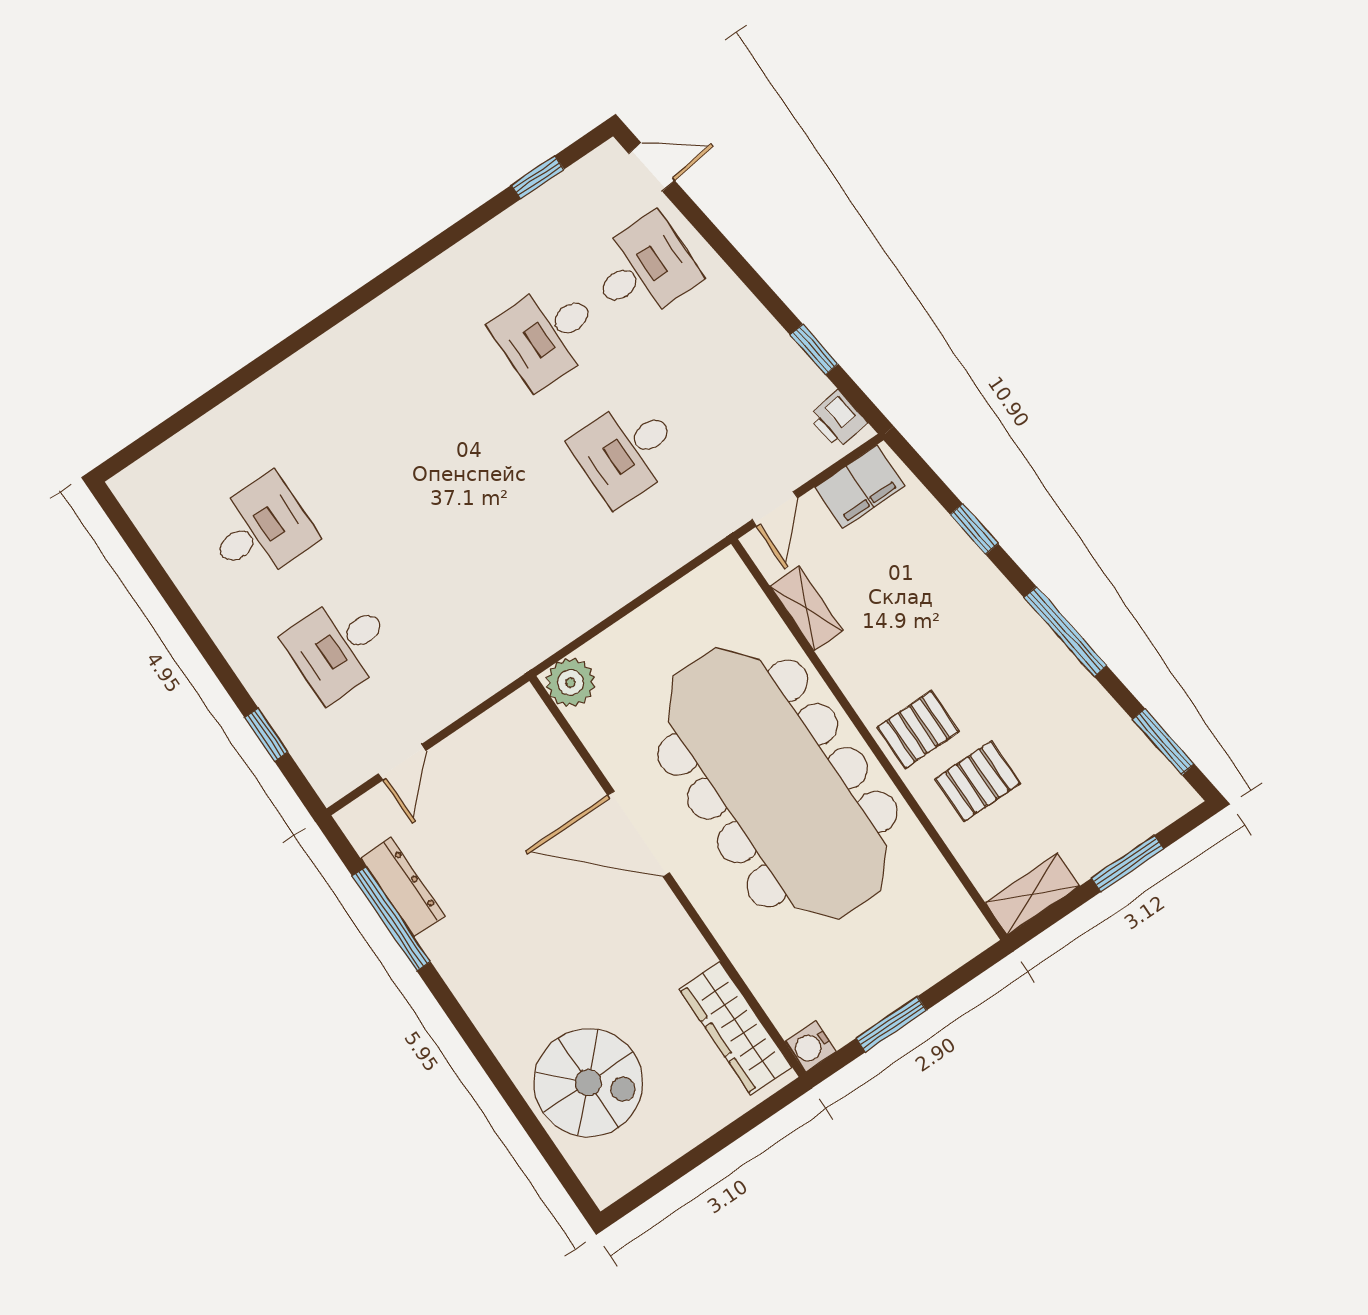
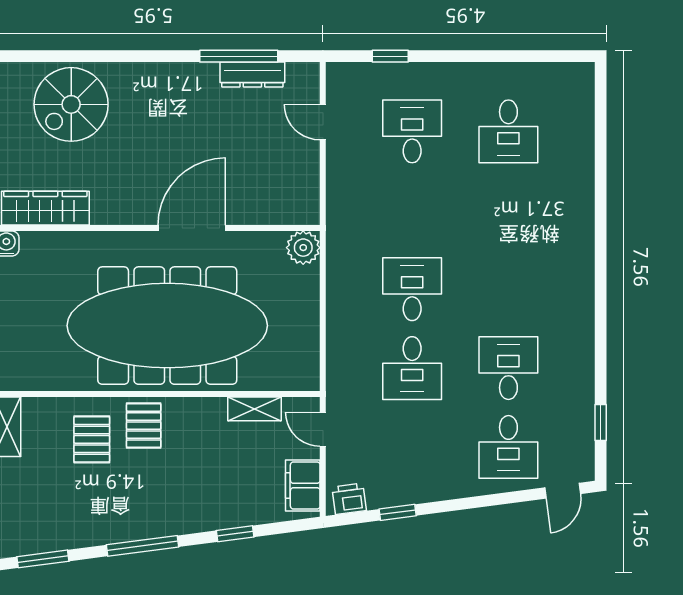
desk: (627, 451) -> (412, 368), turned 180
desk: (531, 516) -> (412, 289), added

